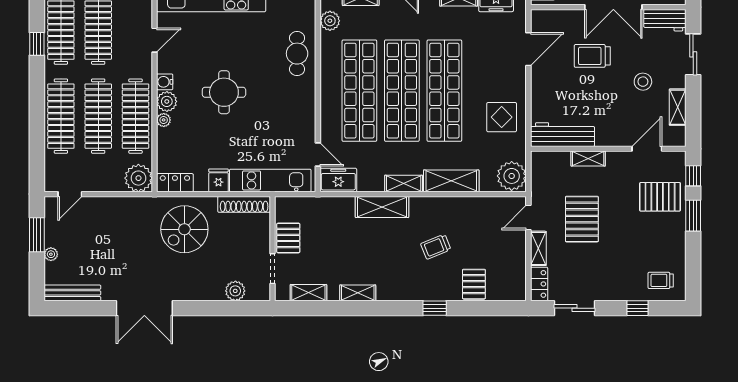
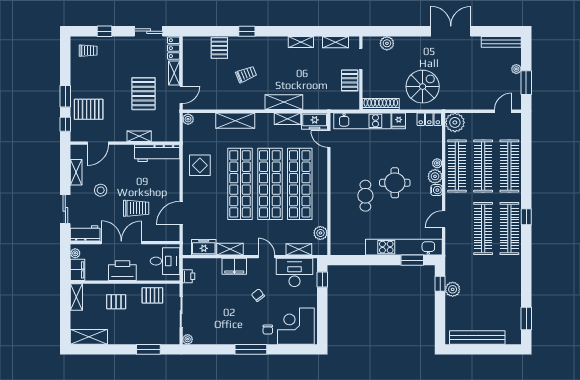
cafe table: (297, 54) -> (365, 196), moved
plant: (512, 176) -> (188, 119), width x0.53, depth x0.53
shelving: (404, 183) -> (288, 119), moved

